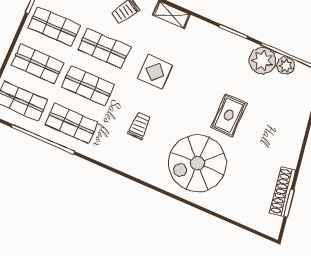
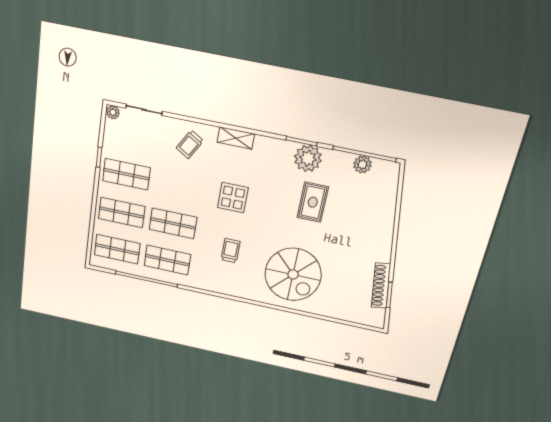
shop shelf: (104, 48) -> (179, 185), removed
plant: (263, 61) -> (308, 158), moved
rug: (229, 115) -> (313, 202), moved
spiral stairs: (197, 163) -> (293, 274), turned -90

